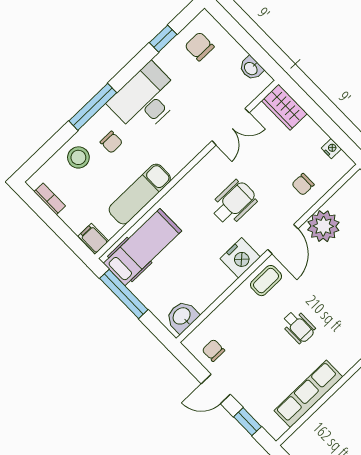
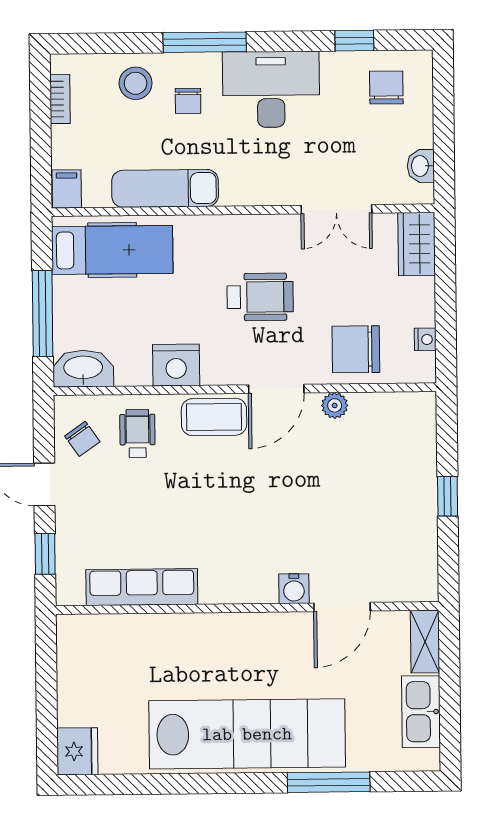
chair: (303, 184) -> (356, 349), width x1.87, depth x1.87
plant: (323, 226) -> (335, 405), width x0.53, depth x0.53
nightstand: (240, 258) -> (176, 365), moved
coffee table: (266, 281) -> (214, 417), width x1.36, depth x1.30
window: (124, 294) -> (43, 314), moved
washbasin: (182, 316) -> (83, 368), width x1.38
wheelchair: (298, 327) -> (137, 433), moved, turned 180
chair: (213, 350) -> (82, 439), turned 145

